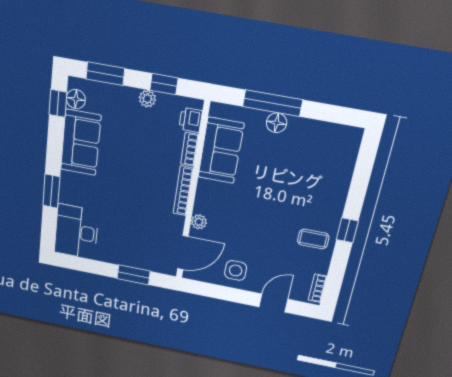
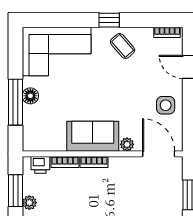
window: (164, 84) -> (15, 191), width x1.50
sofa: (221, 150) -> (93, 136), moved
corner sofa: (324, 164) -> (57, 52), added
bookcase: (183, 191) -> (94, 162), width x0.64
coffee table: (313, 239) -> (123, 46), turned -41

